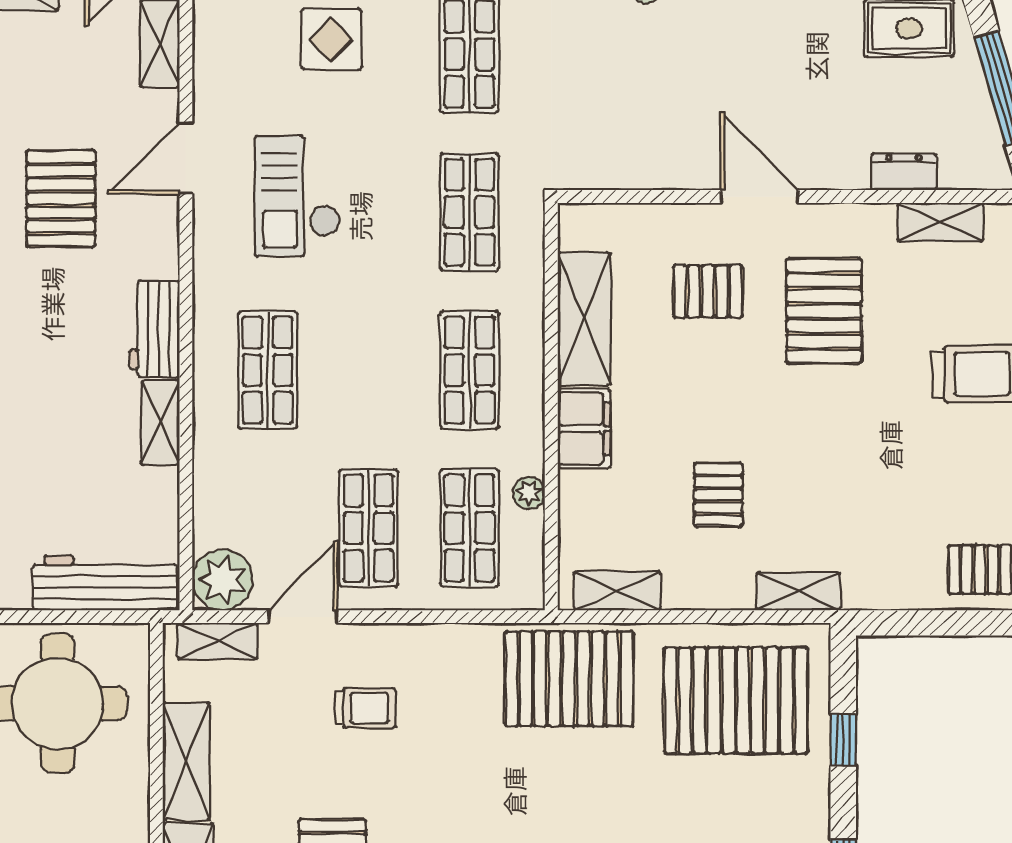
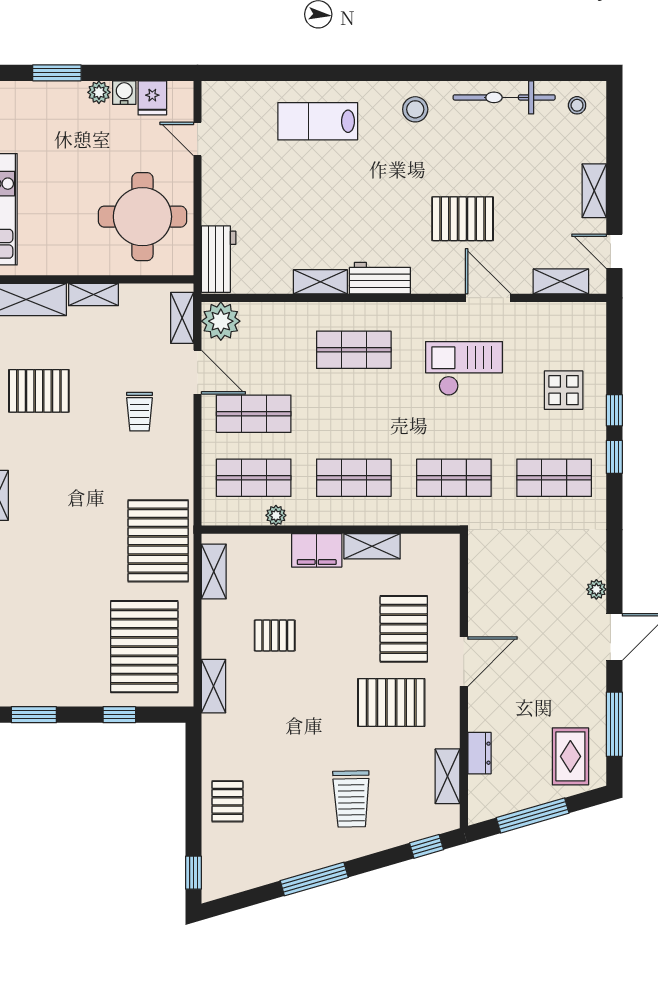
pallet: (708, 291) -> (404, 629), width x1.50, depth x1.42
shelving: (584, 319) -> (372, 546), width x0.67, depth x0.75
workbench: (105, 583) -> (219, 259), width x0.73
shelving: (186, 761) -> (93, 294), width x0.67, depth x0.75

